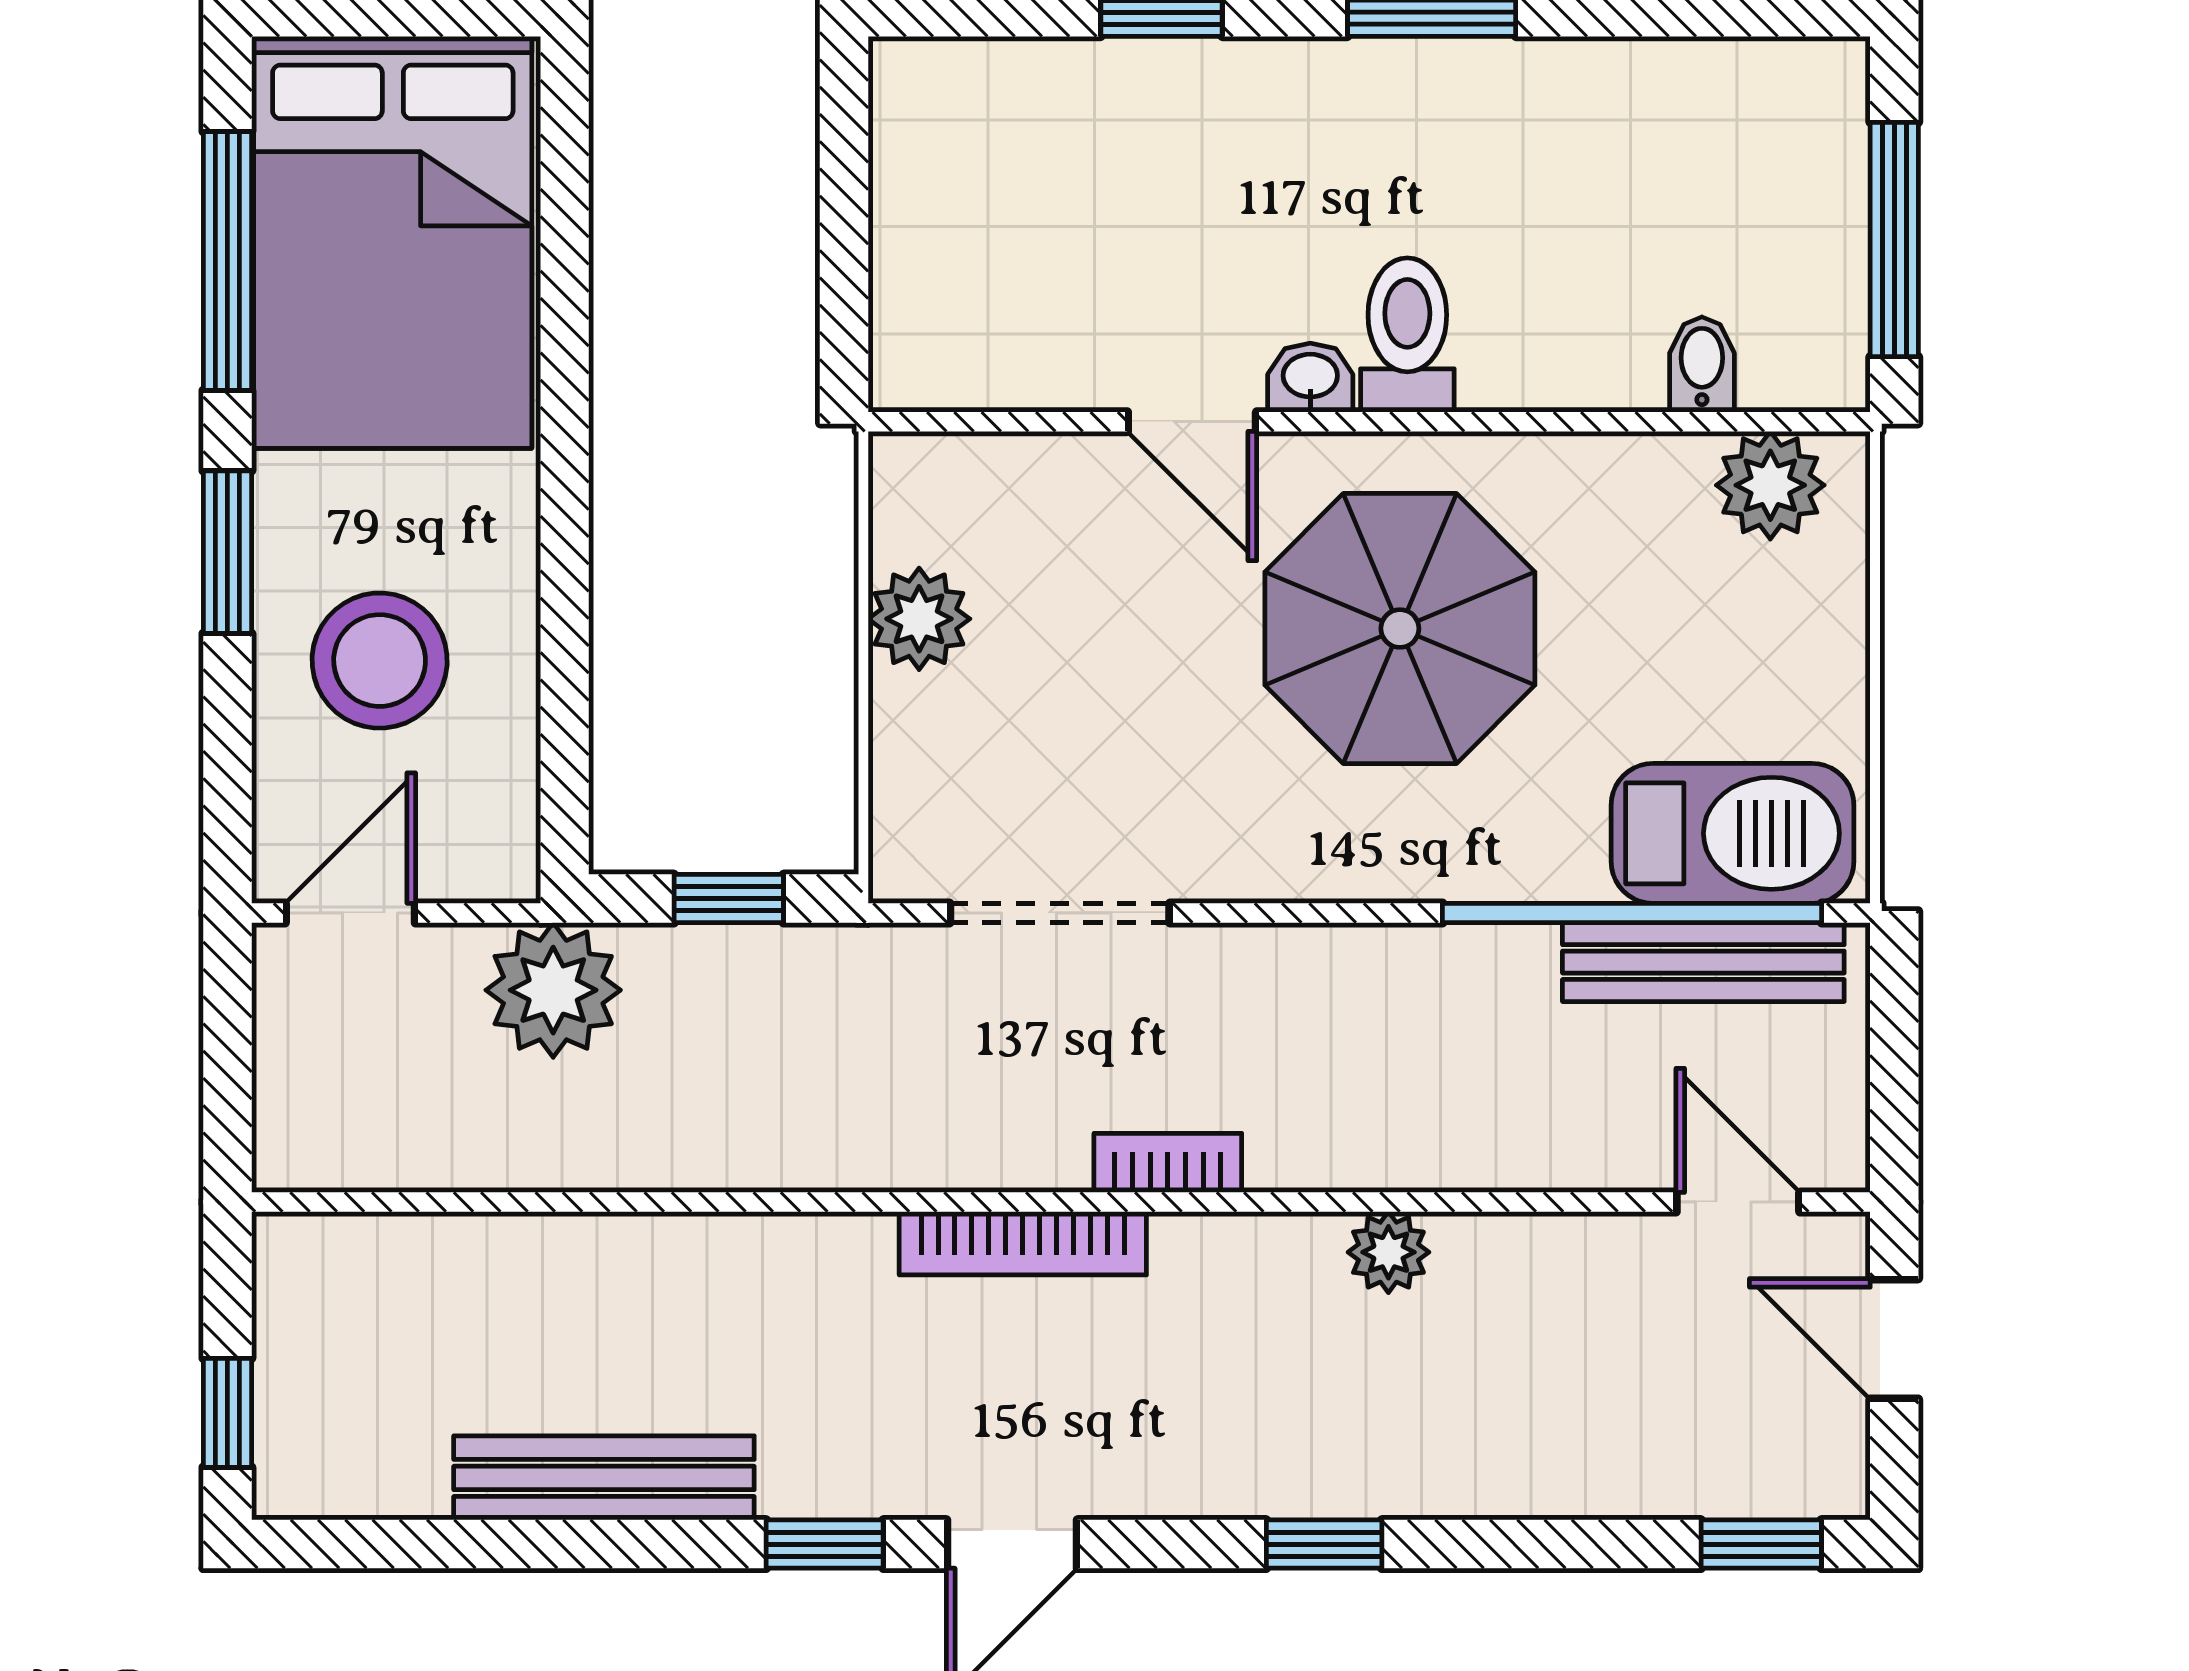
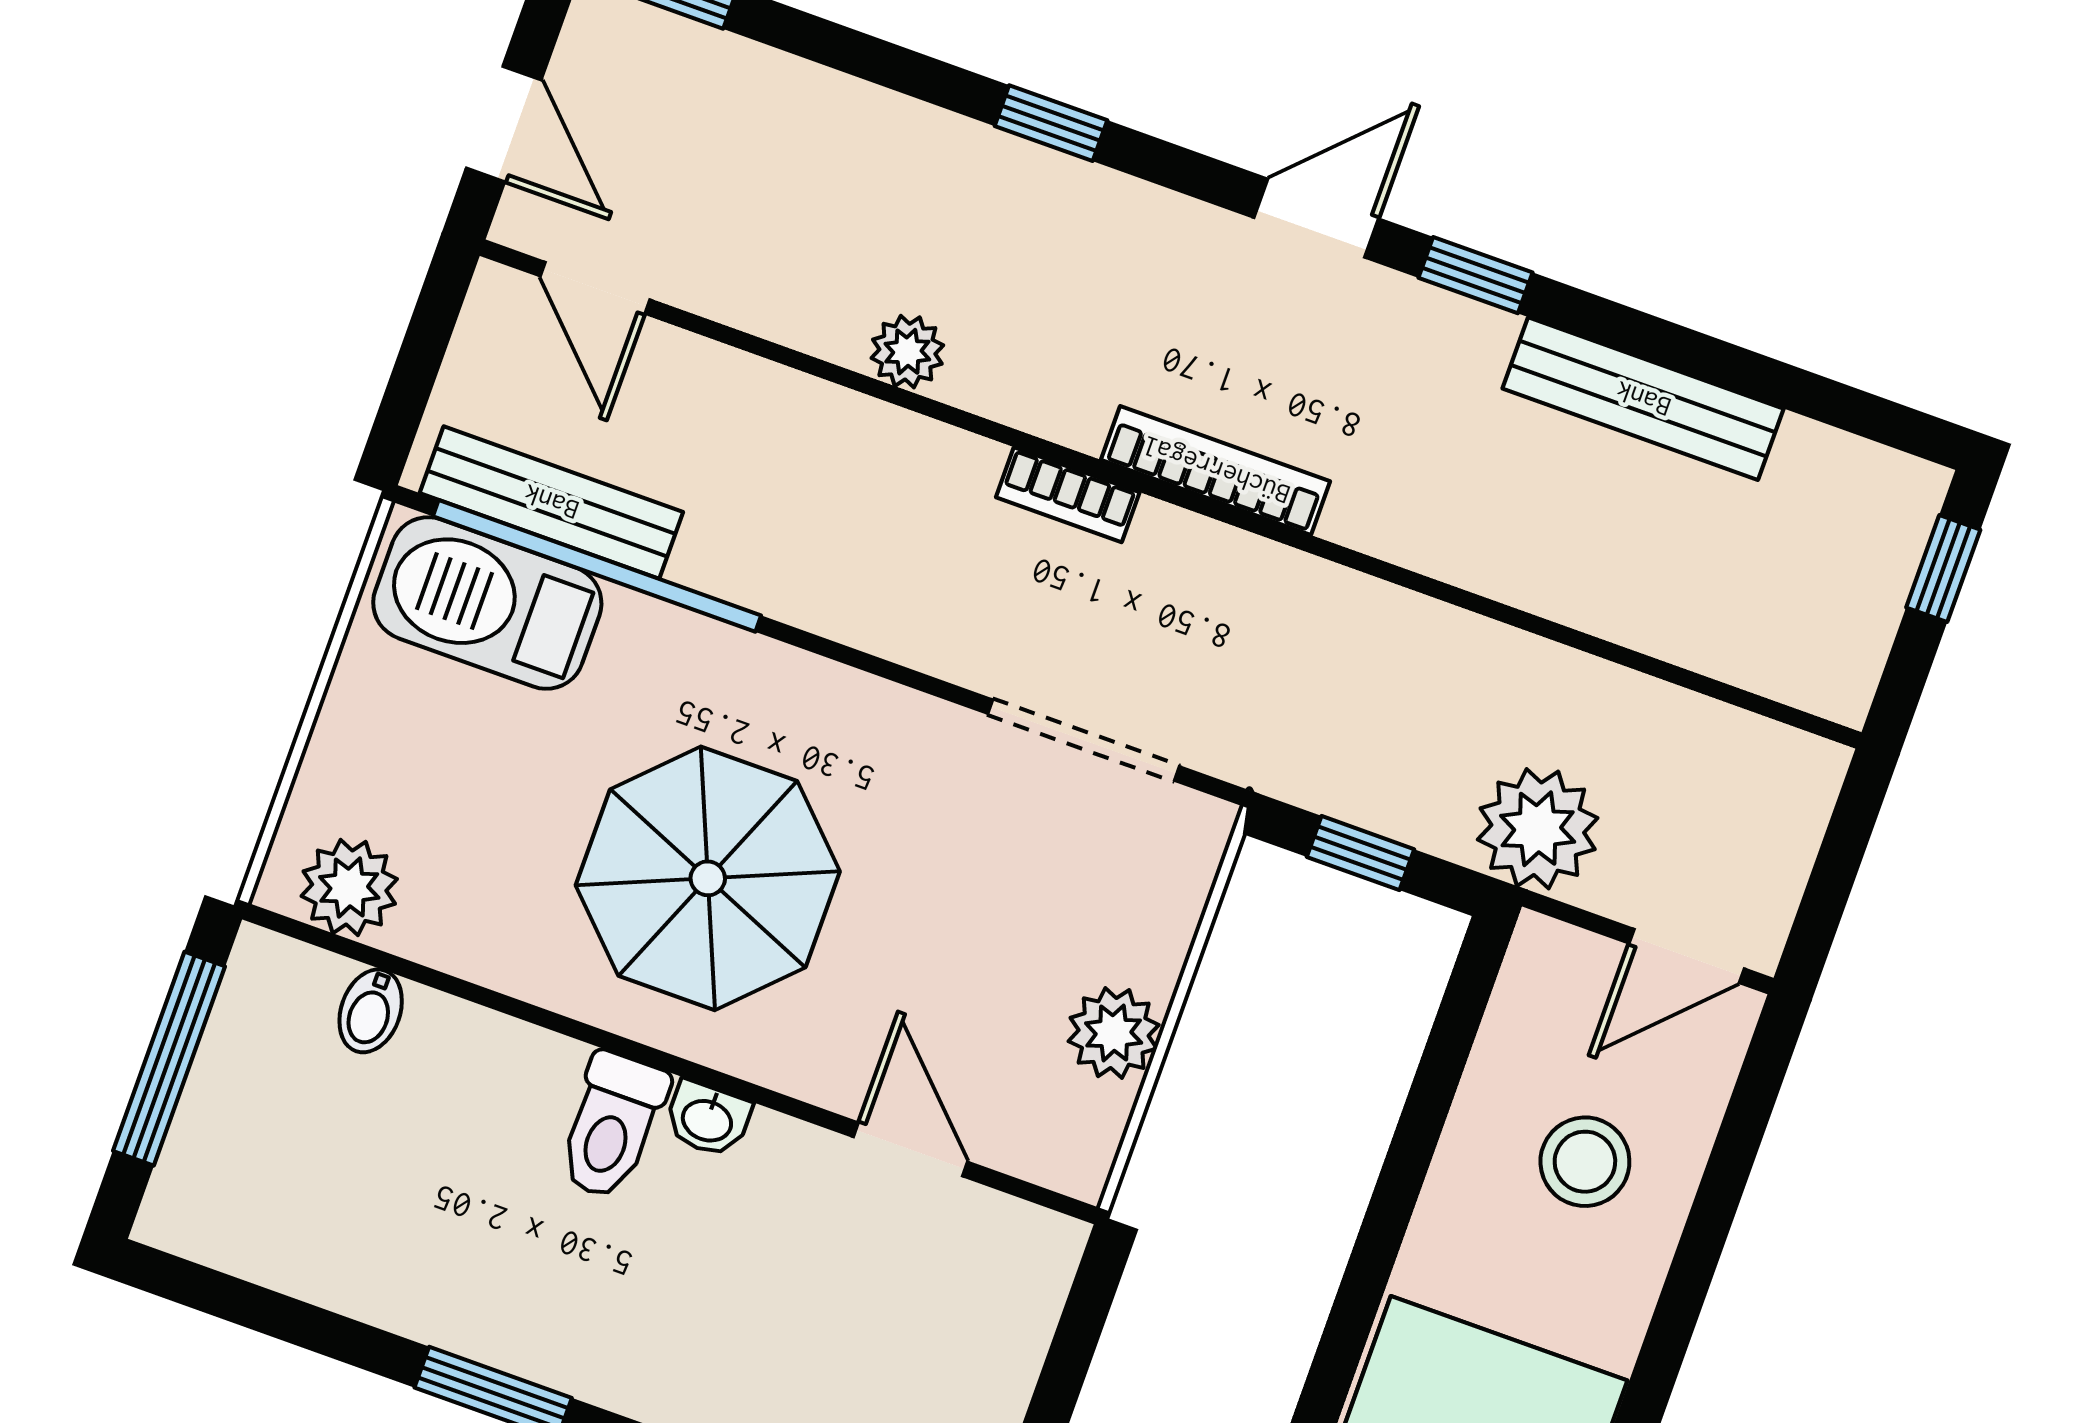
door: (1192, 422) -> (910, 1149), moved
window: (227, 552) -> (1681, 1300), removed
stool: (380, 661) -> (1585, 1162), width x0.73, depth x0.73

